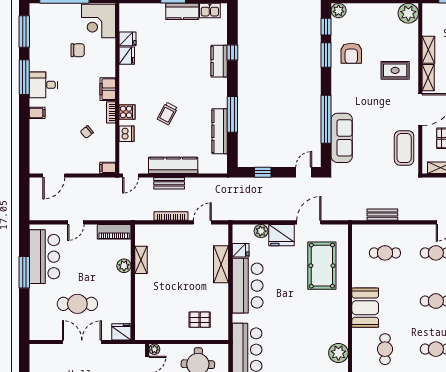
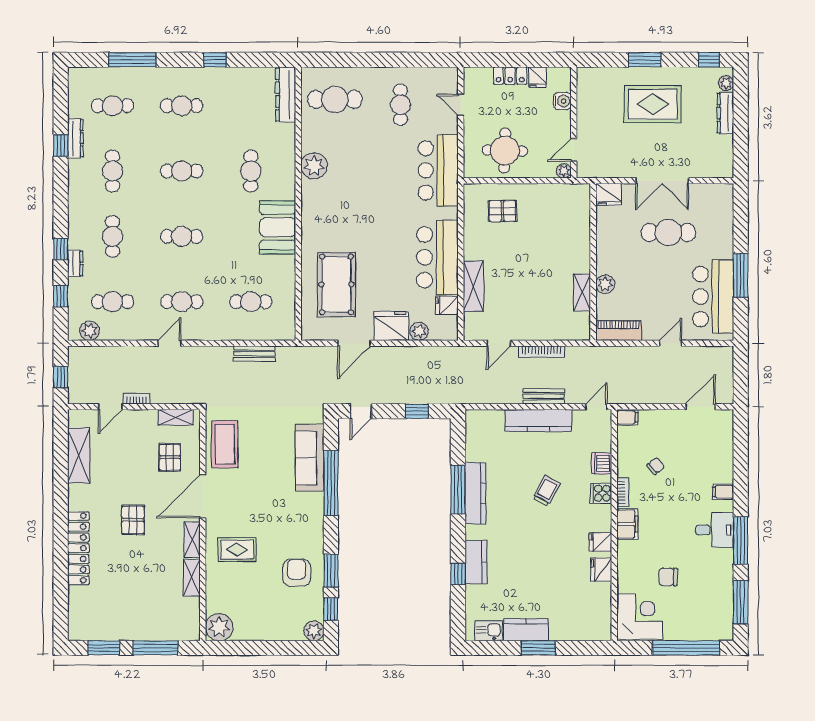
fridge: (128, 39) -> (600, 542), moved
kitchen counter: (220, 131) -> (475, 493), moved

